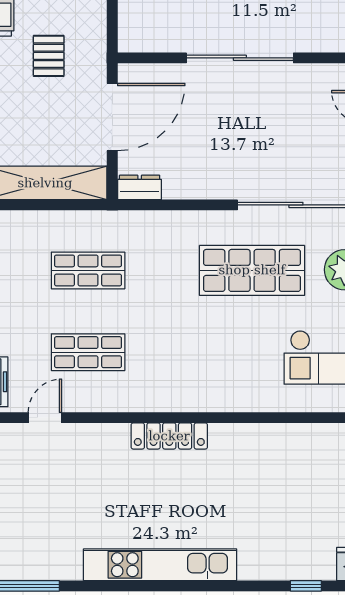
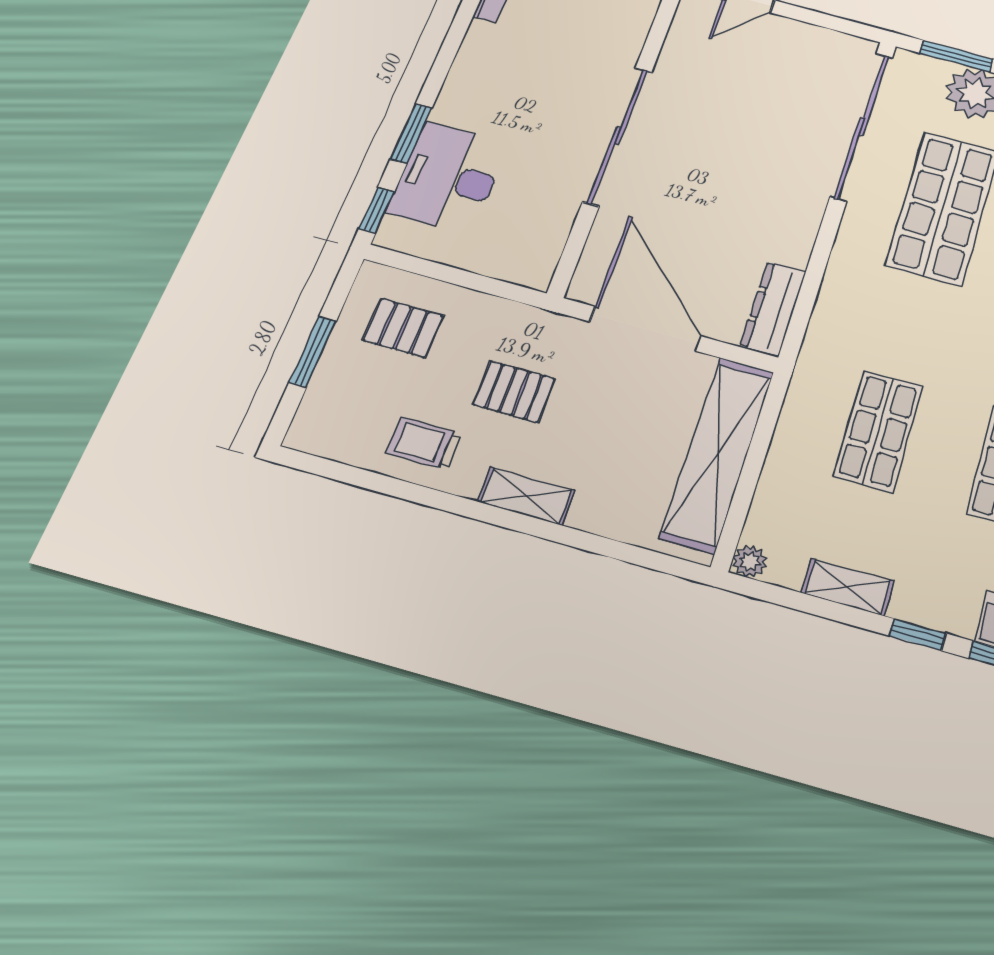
dresser: (140, 187) -> (773, 309), width x1.44

